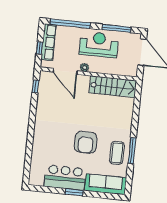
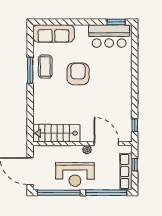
window: (116, 28) -> (59, 193), width x1.46
bar counter: (65, 177) -> (109, 36), moved
window: (74, 192) -> (116, 22), moved

